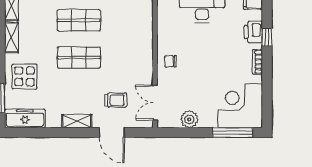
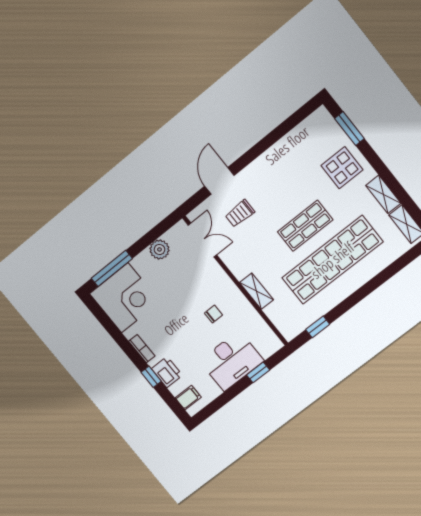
shop shelf: (79, 20) -> (332, 260), width x2.00, depth x1.36
chair: (170, 61) -> (214, 314), moved
freezer: (25, 118) -> (311, 128), removed
shelving: (77, 121) -> (256, 291), moved, turned 90
door: (112, 133) -> (219, 181), hinge flipped

